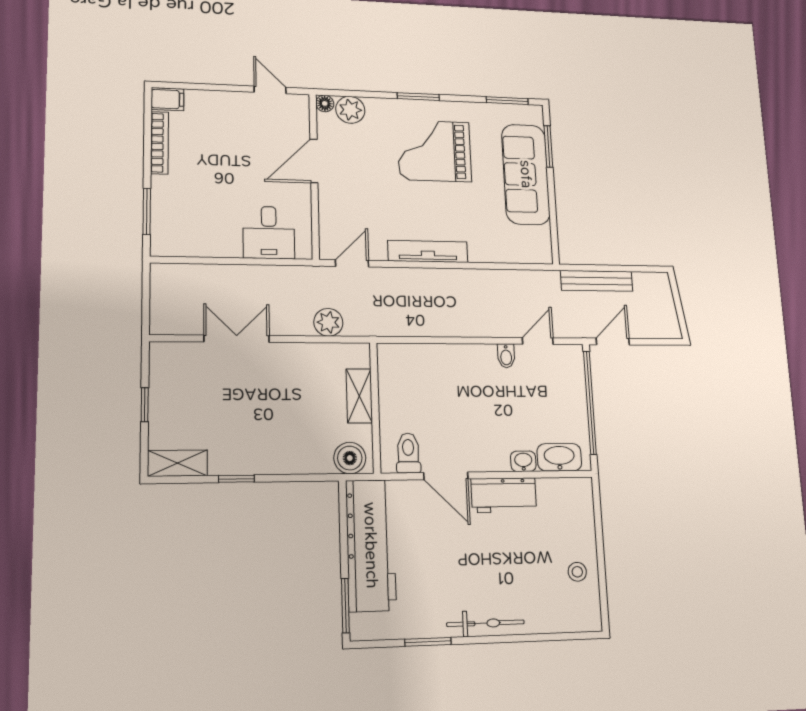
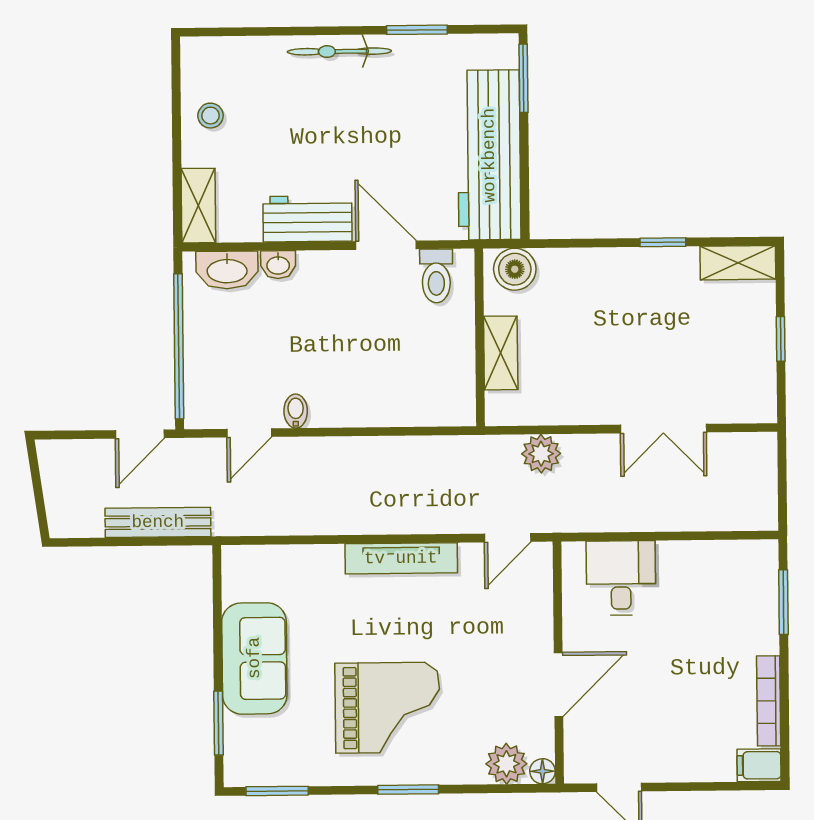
sofa: (526, 174) -> (254, 658), width x0.73
shelving: (582, 504) -> (198, 206), added

